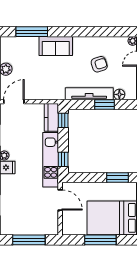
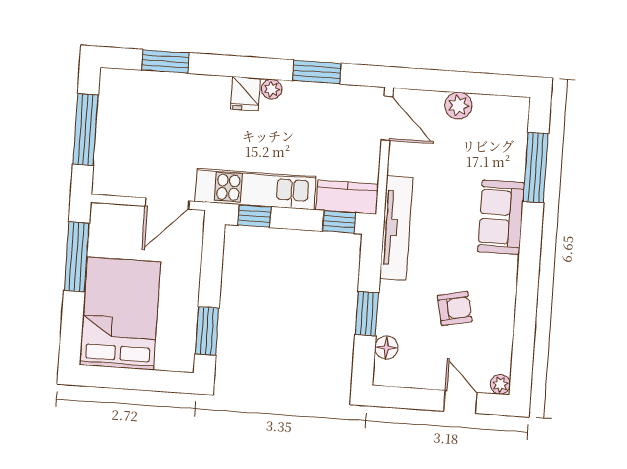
armchair: (99, 64) -> (455, 308), turned -84
tv unit: (89, 94) -> (396, 228), moved
window: (100, 240) -> (77, 257), moved

